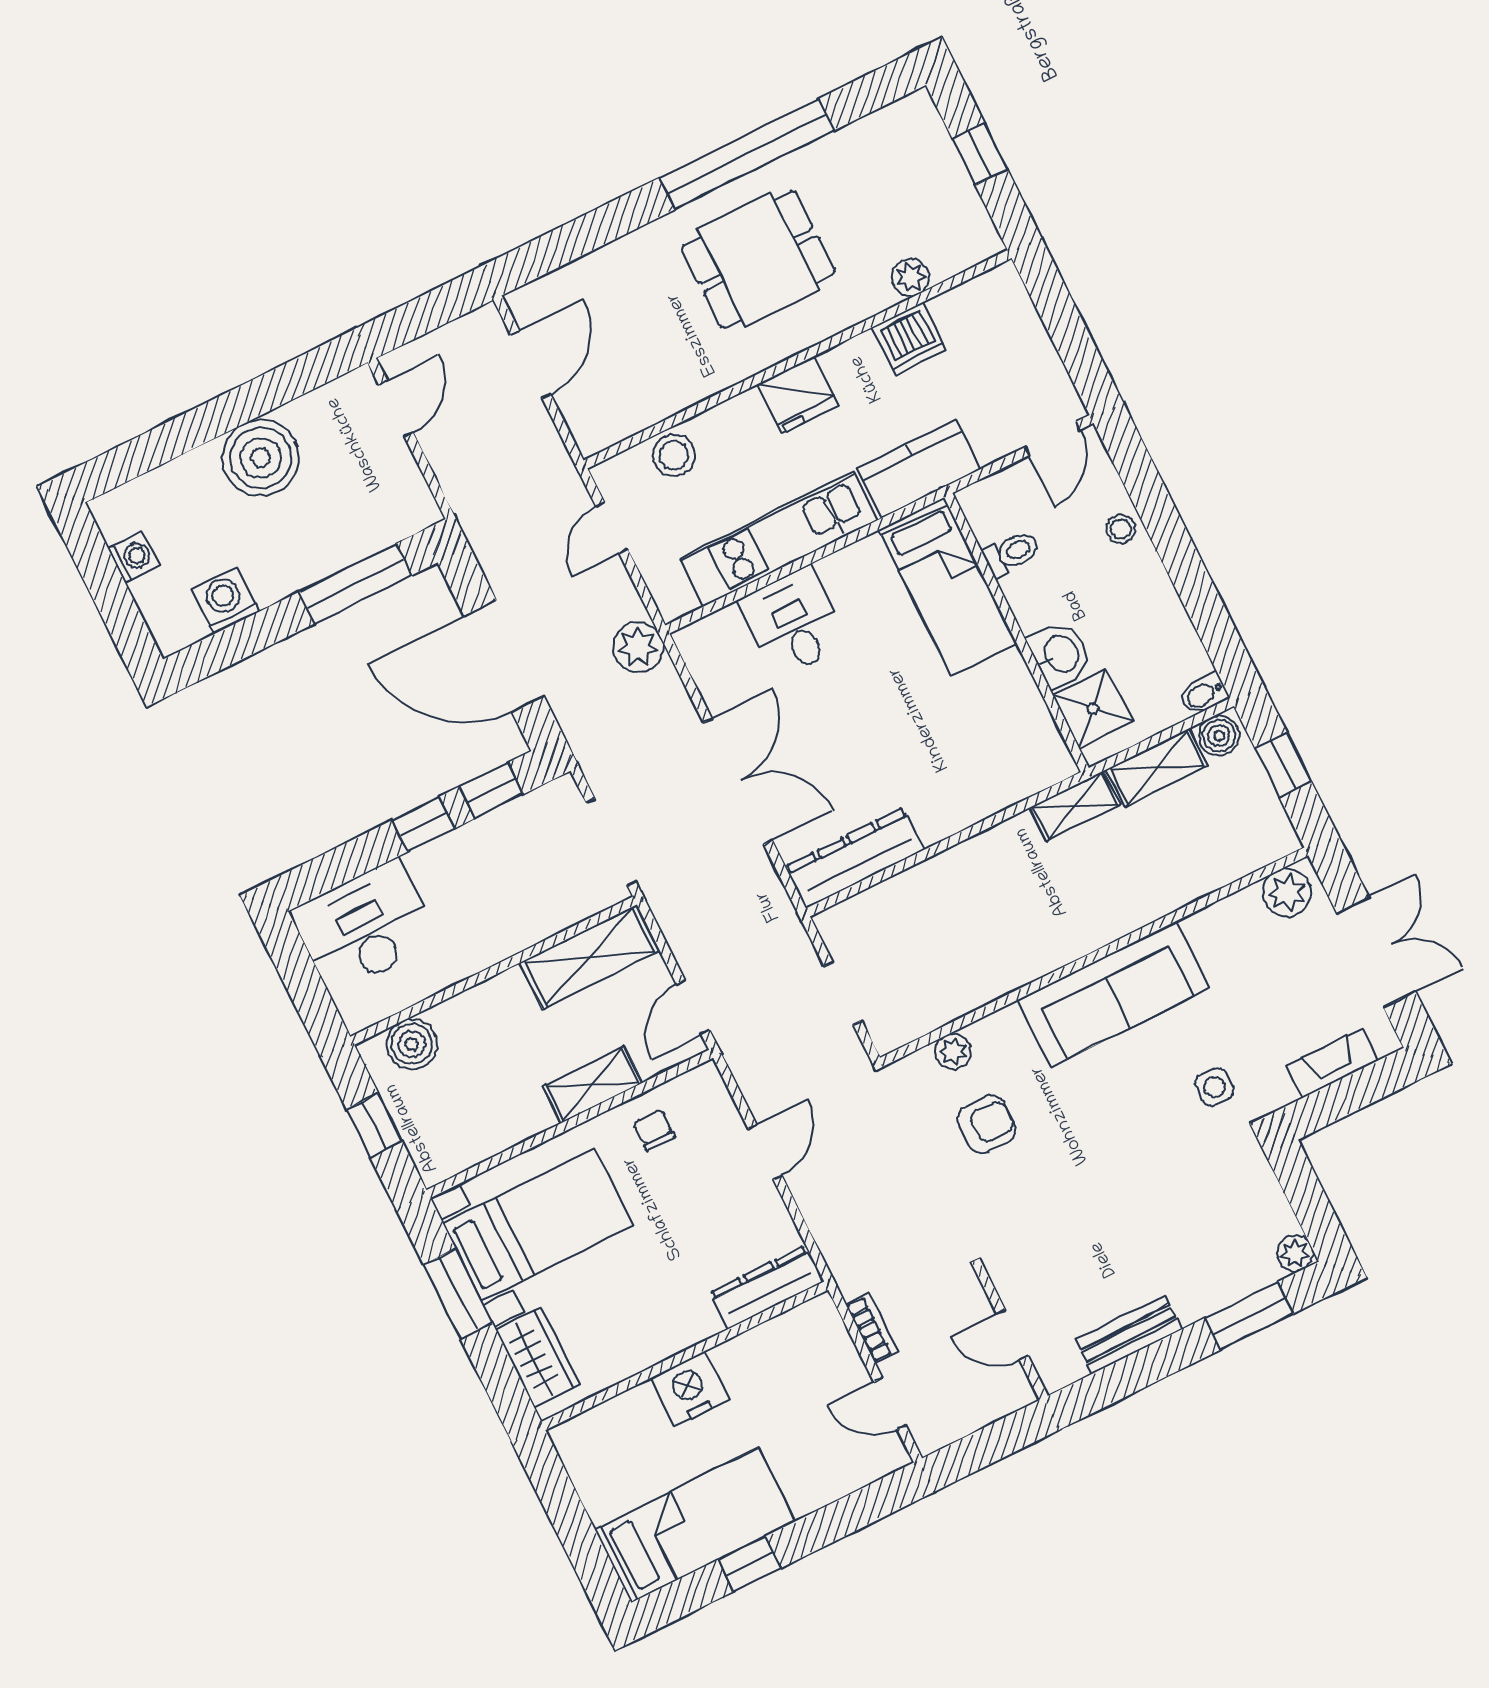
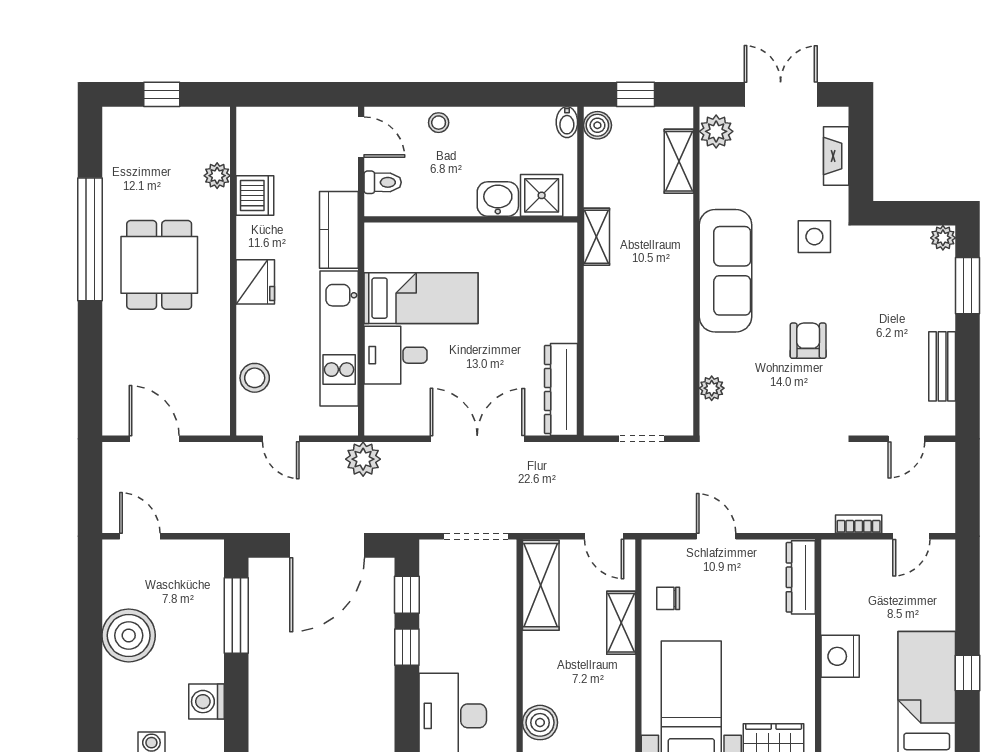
toilet: (1012, 553) -> (383, 182), moved, turned 90
bed: (948, 587) -> (421, 298), moved
shelving: (1157, 767) -> (679, 161), moved
side table: (1214, 1087) -> (814, 237), width x1.37, depth x1.37
armchair: (986, 1124) -> (808, 341), moved

